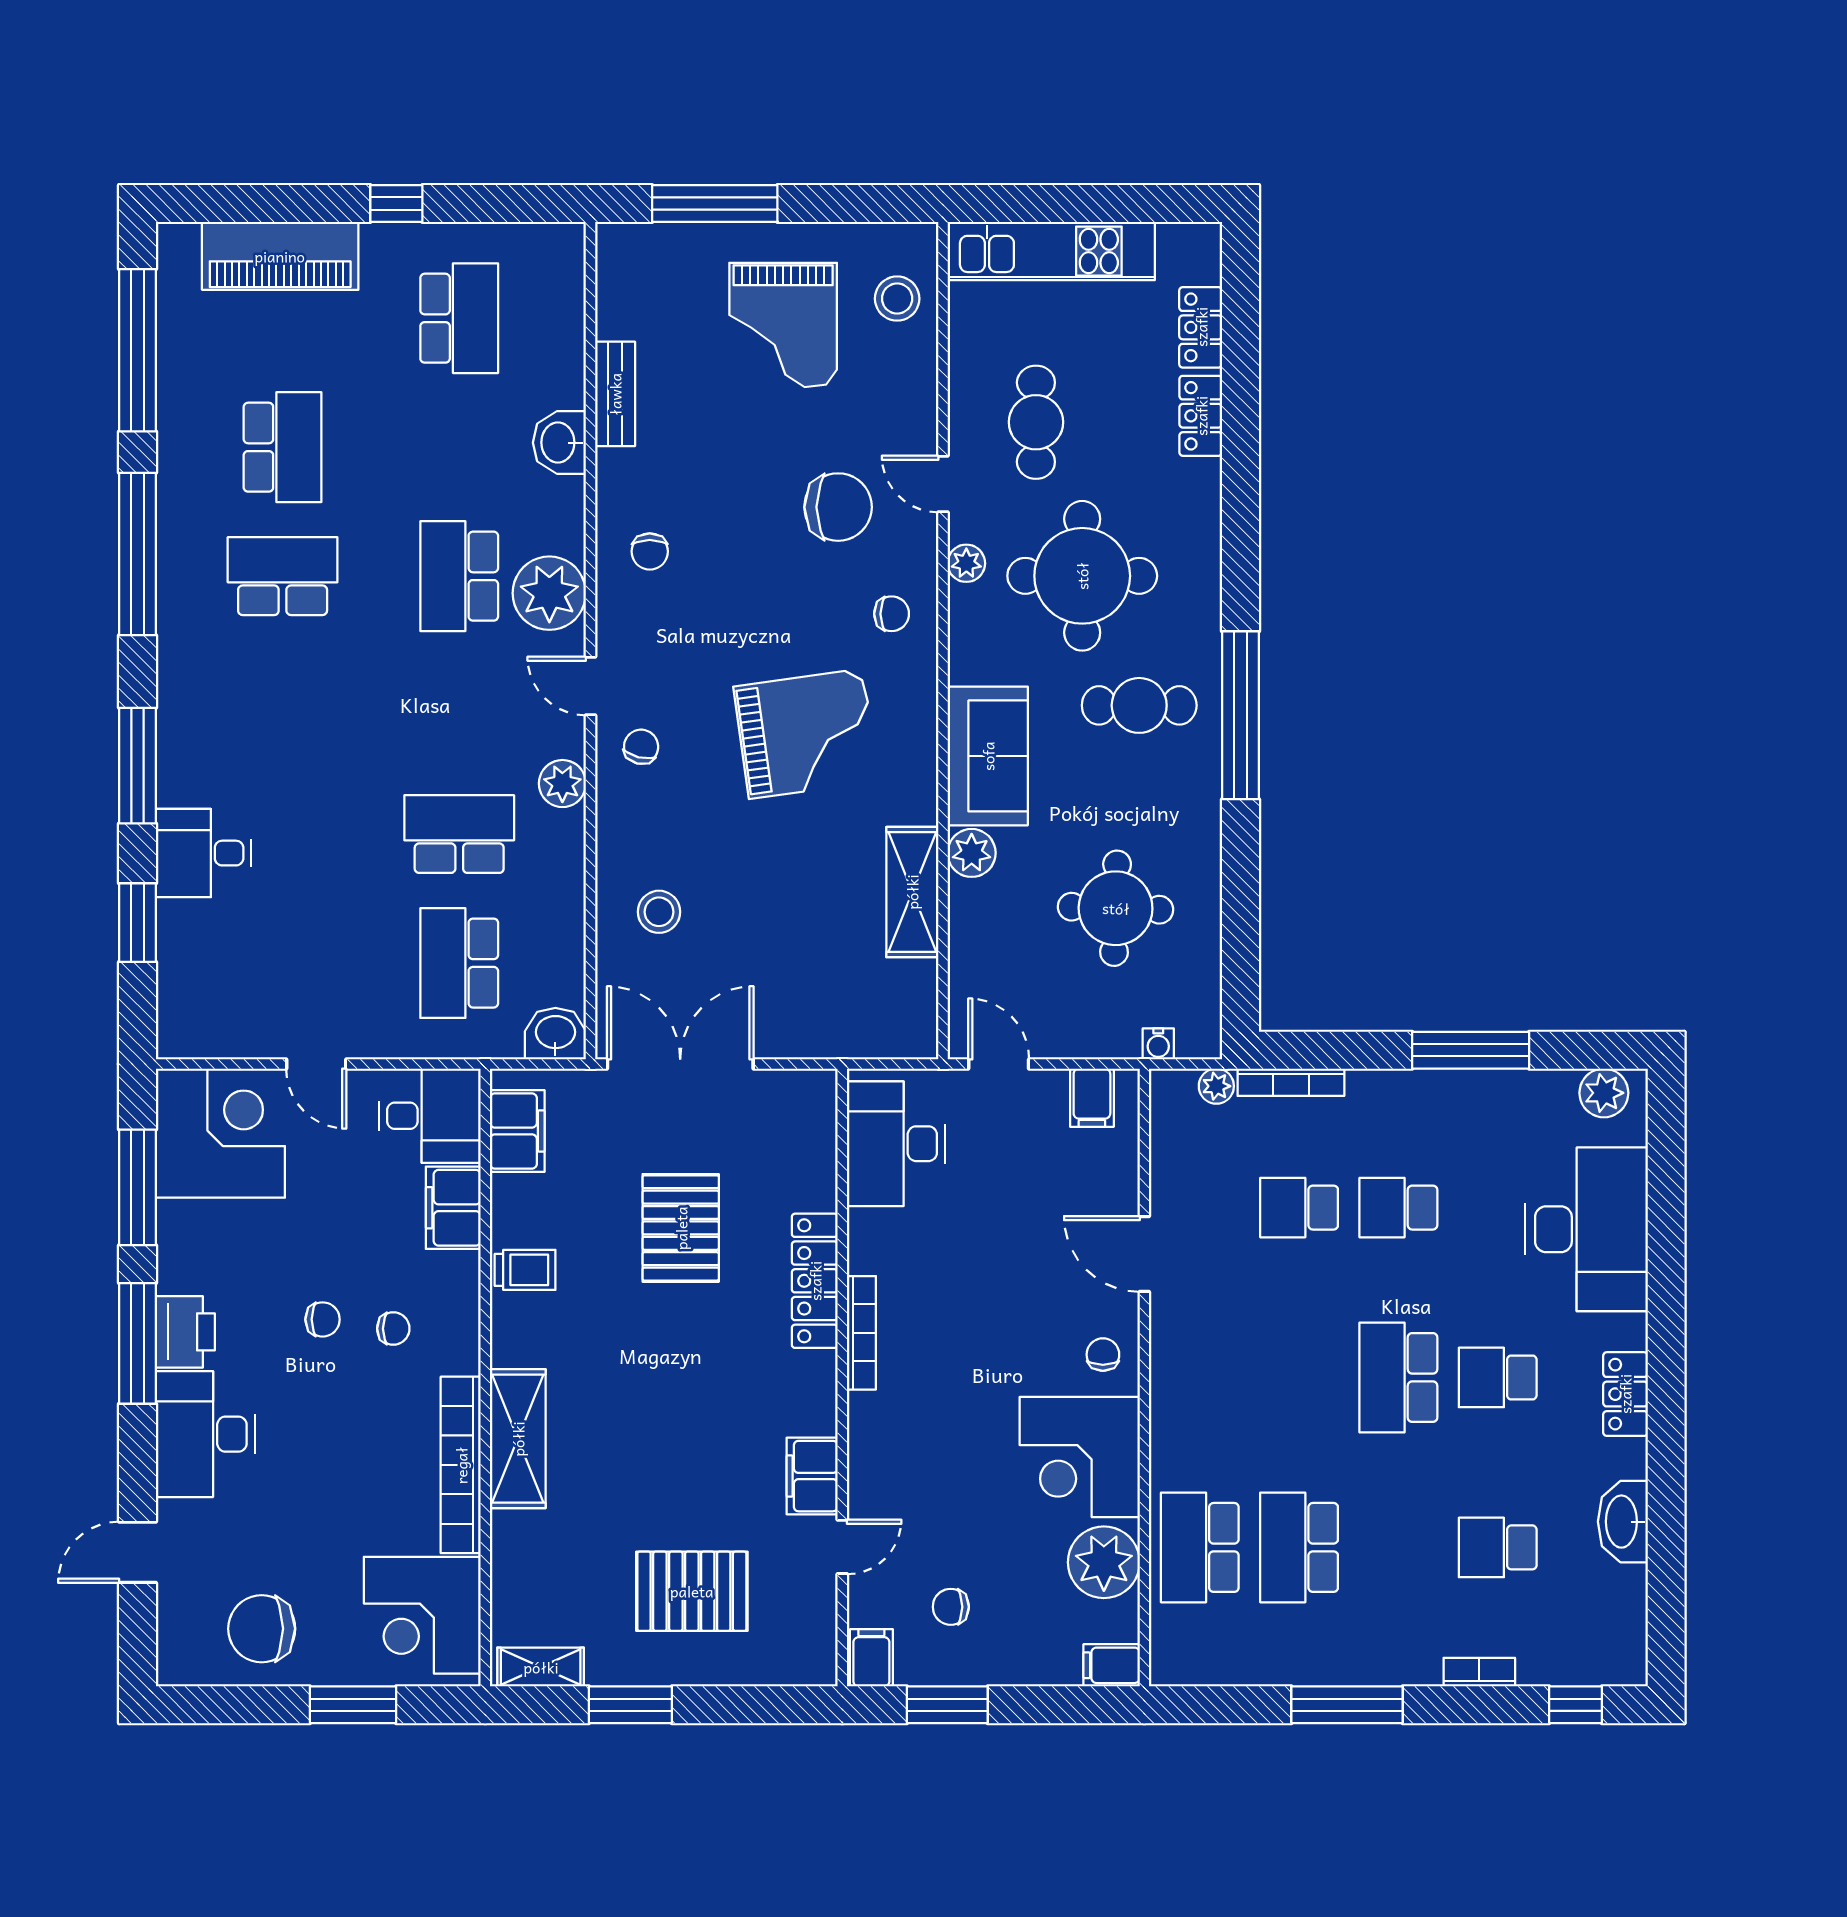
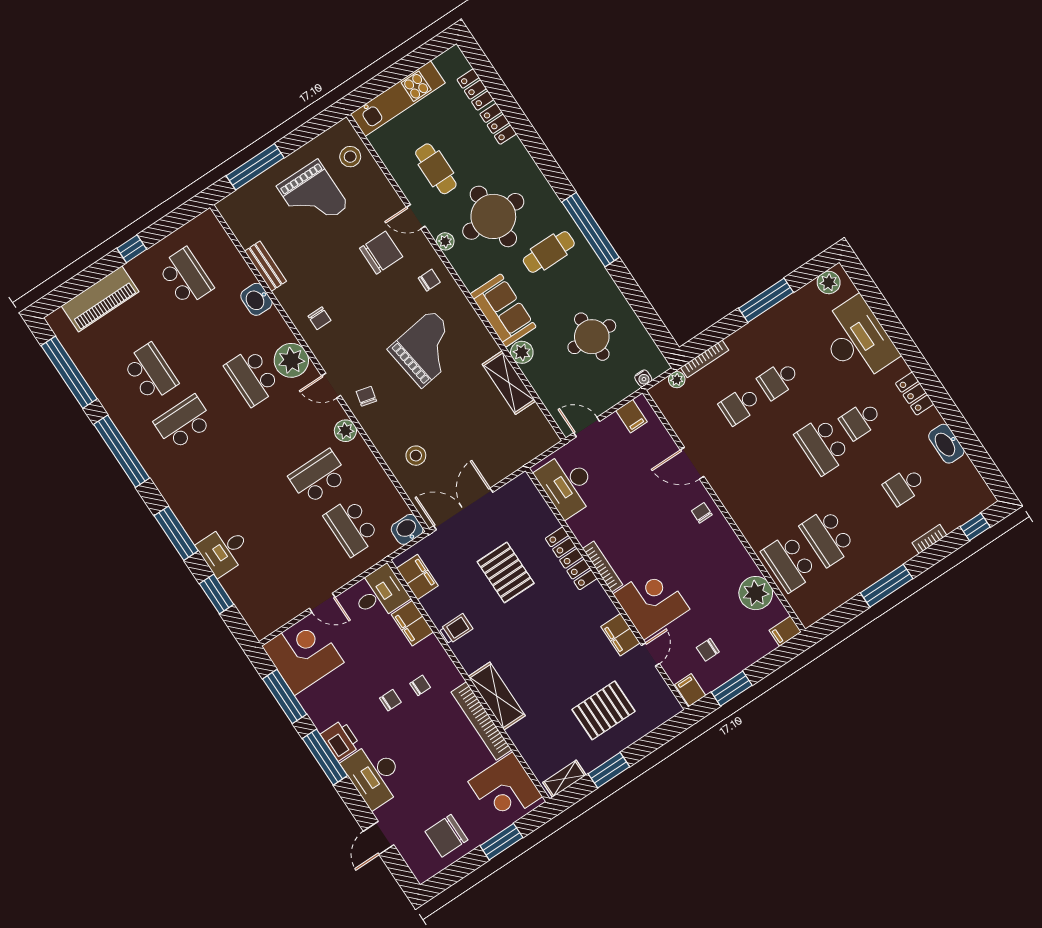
corner desk: (1080, 1457) -> (651, 602), moved, turned 180

